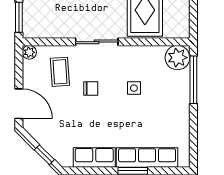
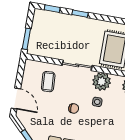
plant: (29, 52) -> (102, 81), moved, width x1.87, depth x1.87
chair: (91, 89) -> (74, 108), moved

